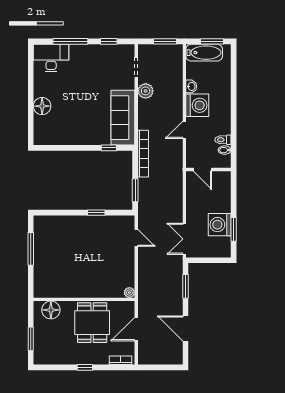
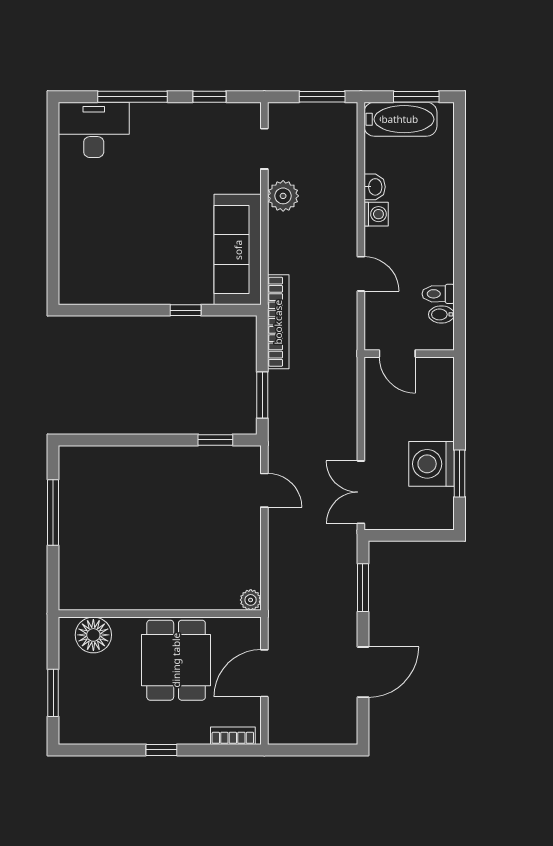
washing machine: (197, 105) -> (376, 214), width x0.53, depth x0.53
floor lamp: (42, 106) -> (76, 226), removed
door: (184, 130) -> (361, 274), swing flipped
window: (109, 148) -> (186, 310), moved
window: (96, 213) -> (215, 440), moved
door: (185, 328) -> (363, 672), swing flipped

